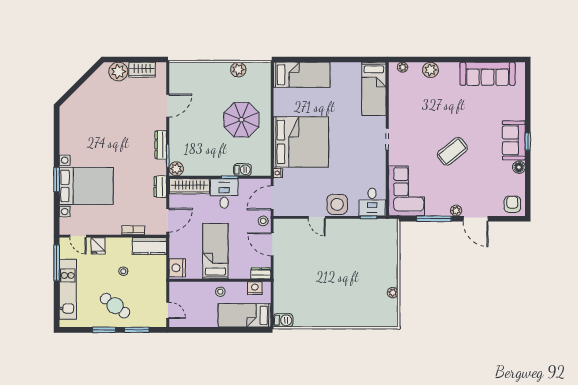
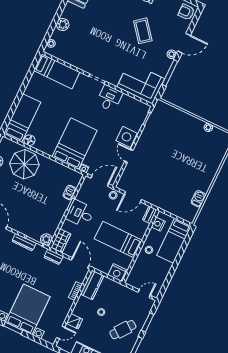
floor lamp: (280, 95) -> (29, 140), added
parasol: (241, 120) -> (24, 164), moved
bed: (301, 142) -> (75, 144), width x0.73
coffee table: (452, 151) -> (143, 31), moved
wardrobe: (189, 186) -> (61, 241), width x0.67
door: (272, 198) -> (100, 181), swing flipped
desk: (372, 202) -> (109, 98), moved, turned -90
door: (317, 217) -> (129, 156), swing flipped
barbecue: (283, 320) -> (198, 199), moved

